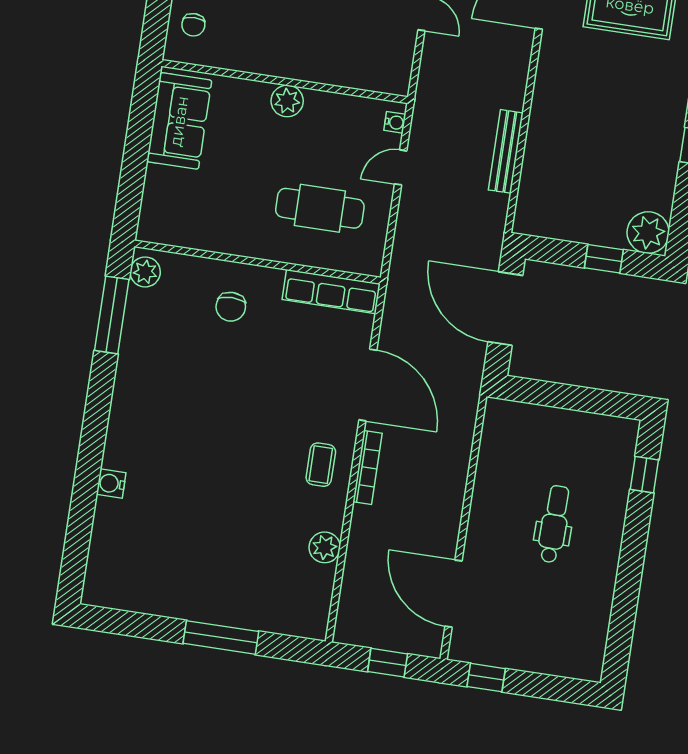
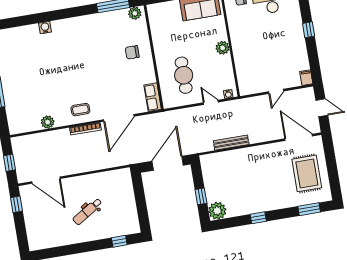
row of seats: (331, 292) -> (153, 97), width x0.68
dental chair: (554, 524) -> (87, 211), turned 147
door: (453, 594) -> (46, 180), swing flipped

